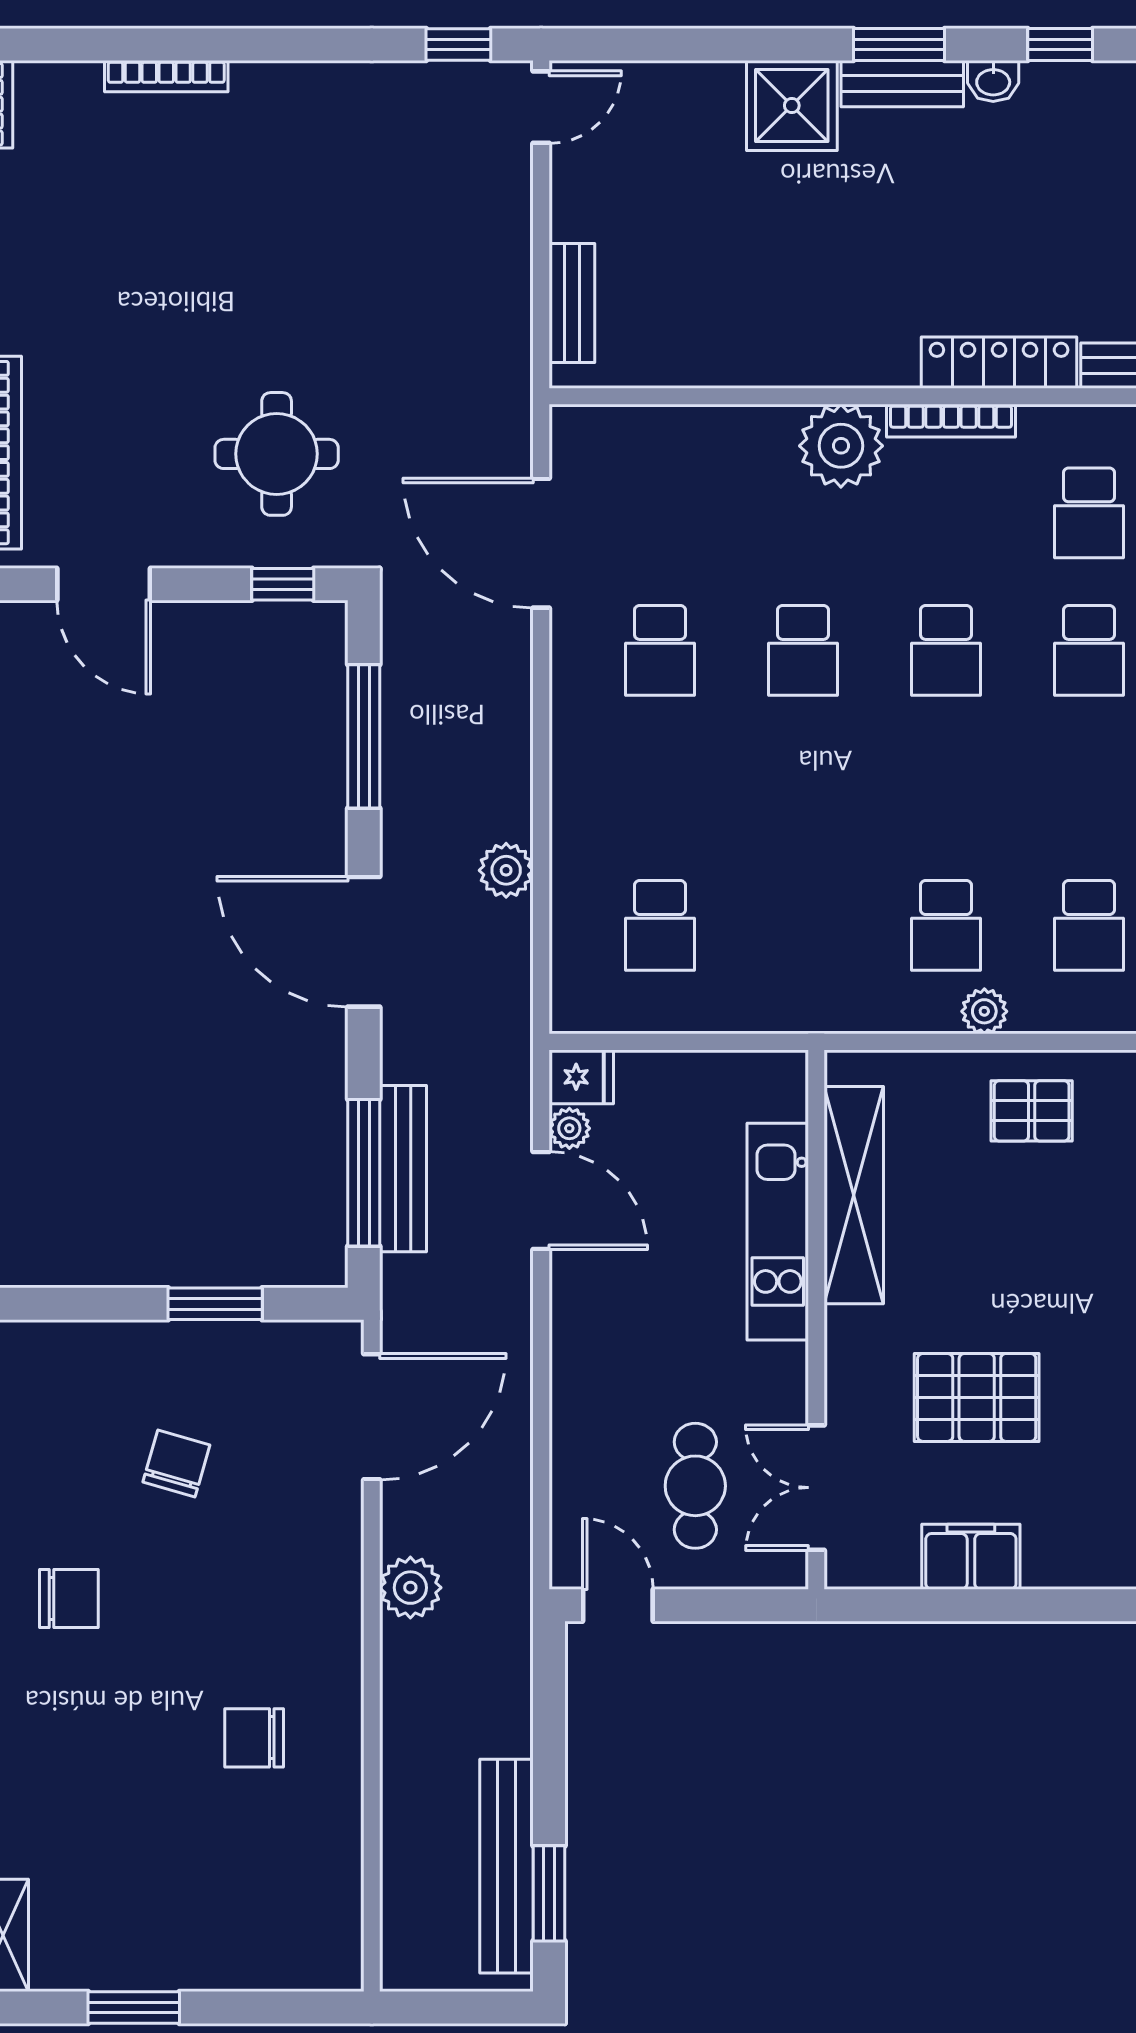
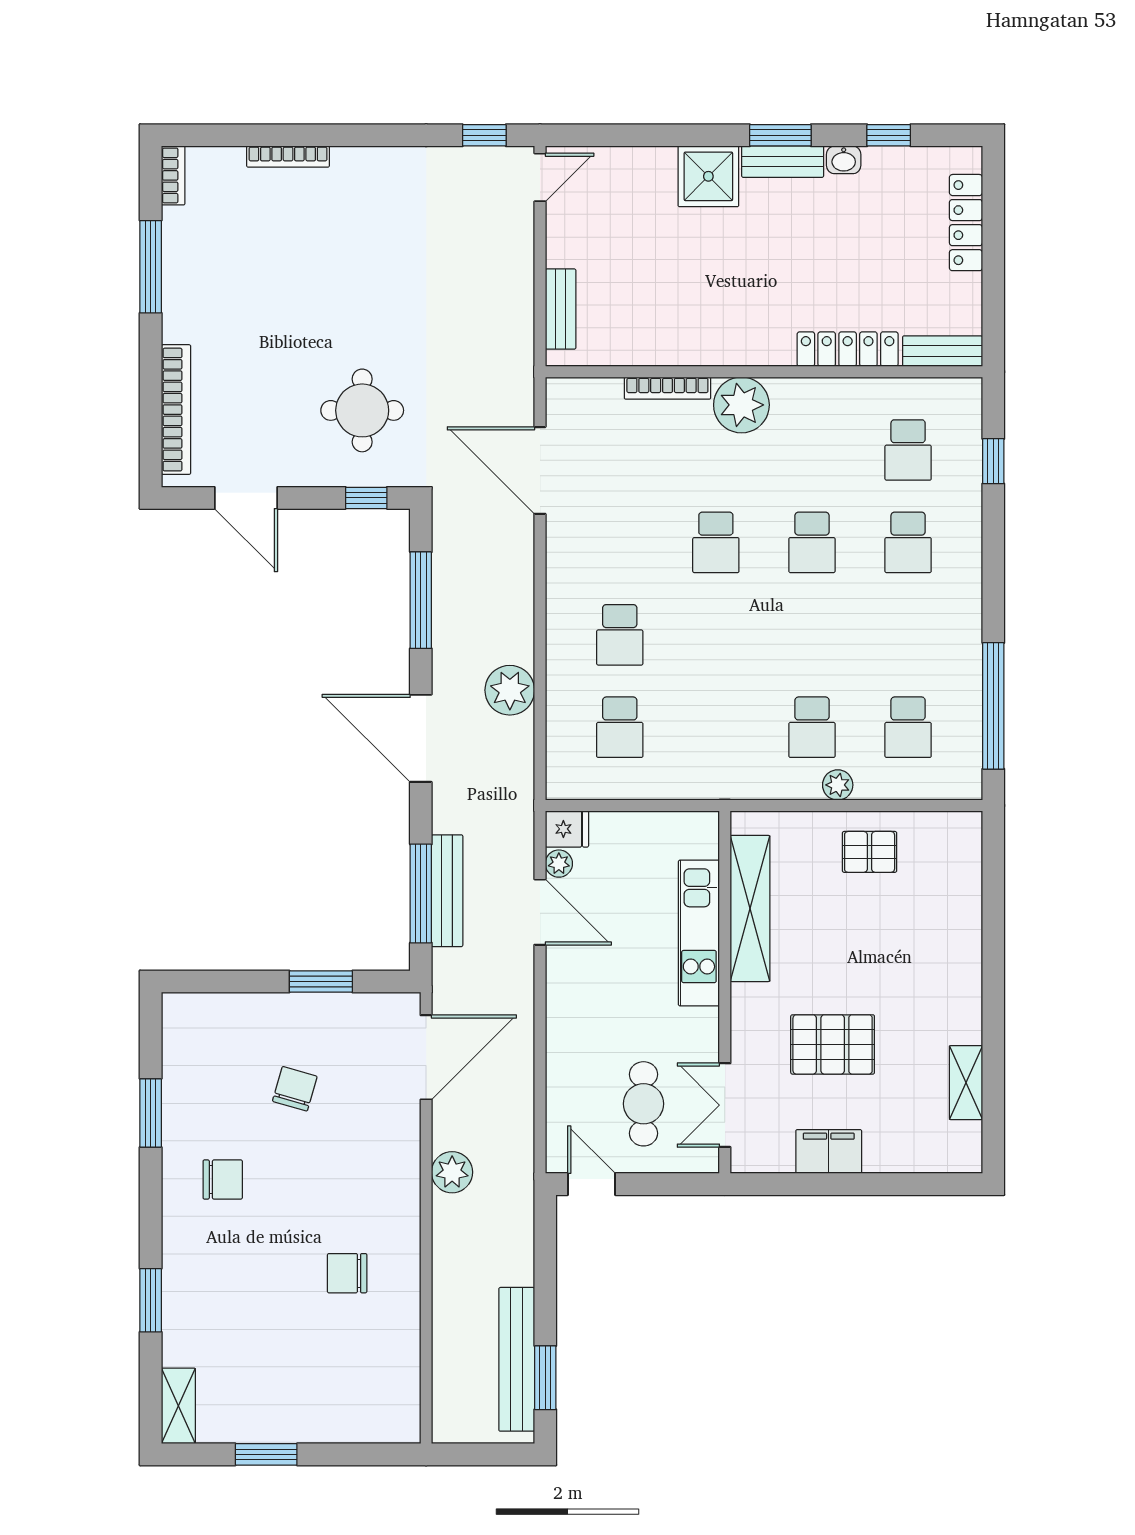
bookcase: (951, 421) -> (667, 388), moved
school desk: (660, 650) -> (620, 635), moved
plant: (506, 870) -> (510, 690), width x1.36, depth x1.36

